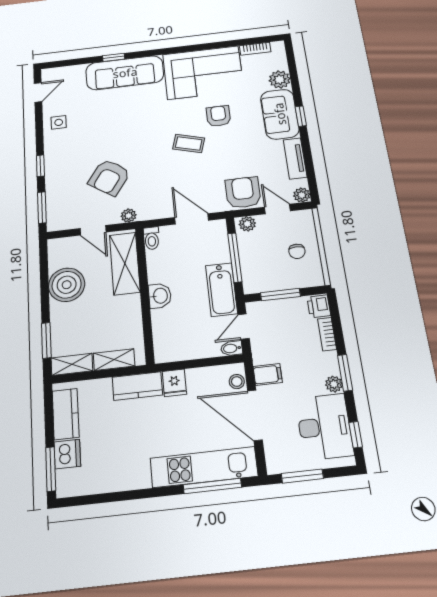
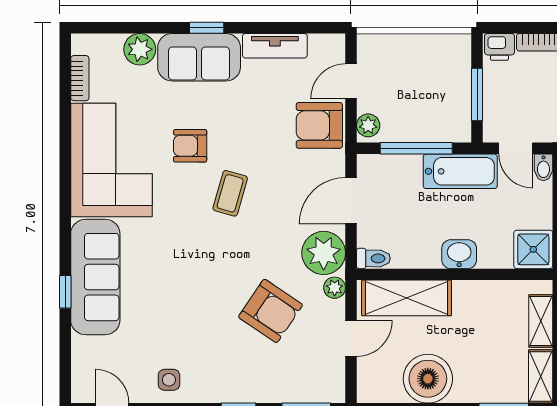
plant: (302, 195) -> (324, 253), moved, width x1.88, depth x1.88
chair: (297, 251) -> (418, 64), removed
shower: (168, 348) -> (533, 249), added

